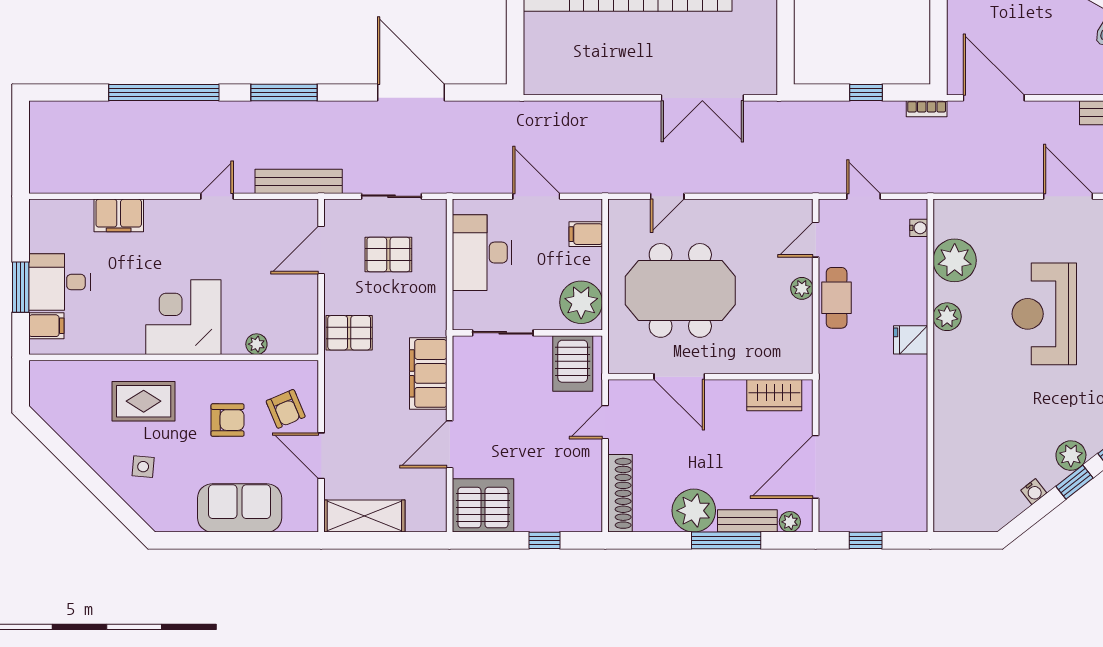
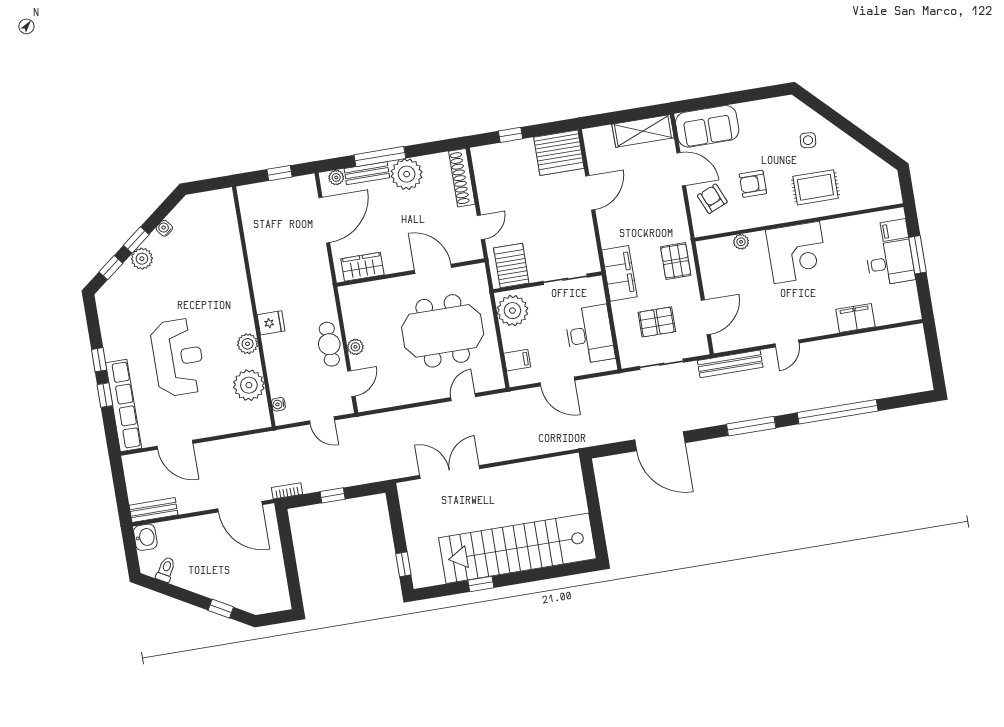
pallet: (349, 333) -> (676, 261), turned 90
filing cabinet: (428, 373) -> (619, 273), moved
sofa: (240, 508) -> (707, 126), moved

